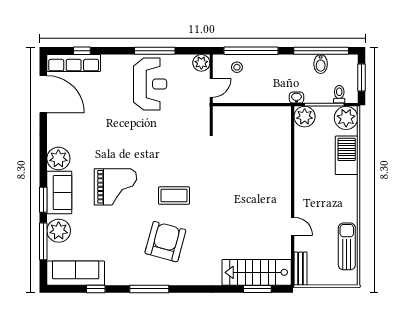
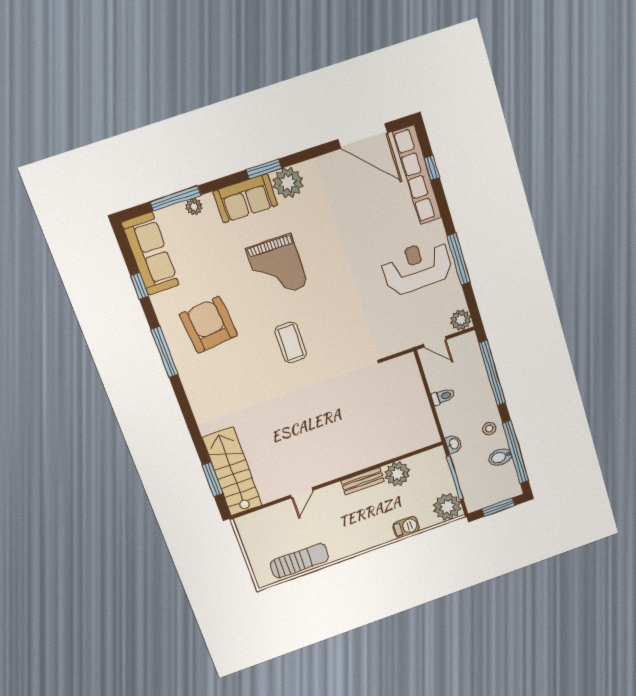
row of seats: (74, 63) -> (417, 175), width x1.36
stool: (237, 67) -> (489, 429), moved
reception desk: (150, 84) -> (417, 267), turned 180
door: (43, 94) -> (363, 136), hinge flipped
toilet: (339, 94) -> (443, 396), moved
plant: (305, 117) -> (397, 474), moved
barbecue: (347, 155) -> (406, 527), width x0.53, depth x0.65
window: (43, 200) -> (264, 169), moved
plant: (59, 231) -> (194, 207), width x0.53, depth x0.53
armchair: (165, 242) -> (209, 325), moved, turned -111
bench: (301, 269) -> (363, 481), moved

